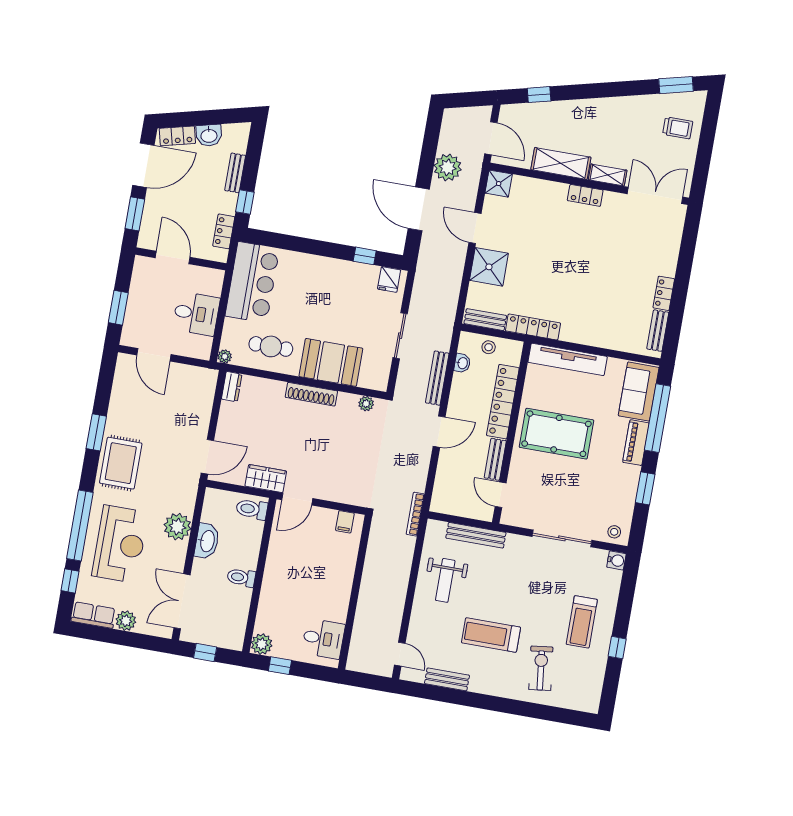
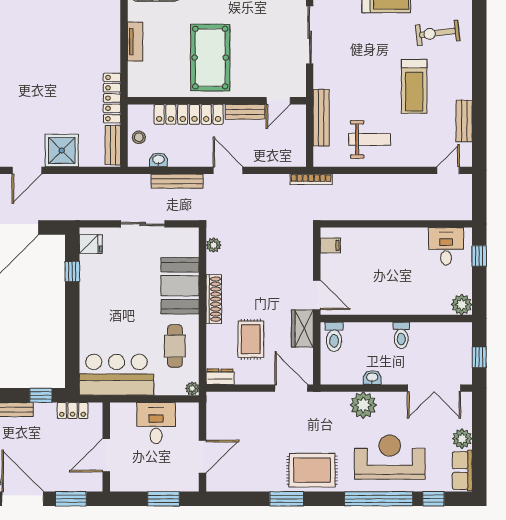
tv unit: (568, 359) -> (135, 42), width x0.52, depth x0.78
rug: (264, 424) -> (251, 339), added
washbasin: (207, 541) -> (372, 378), width x0.52, depth x0.69
window: (280, 666) -> (479, 256), moved

